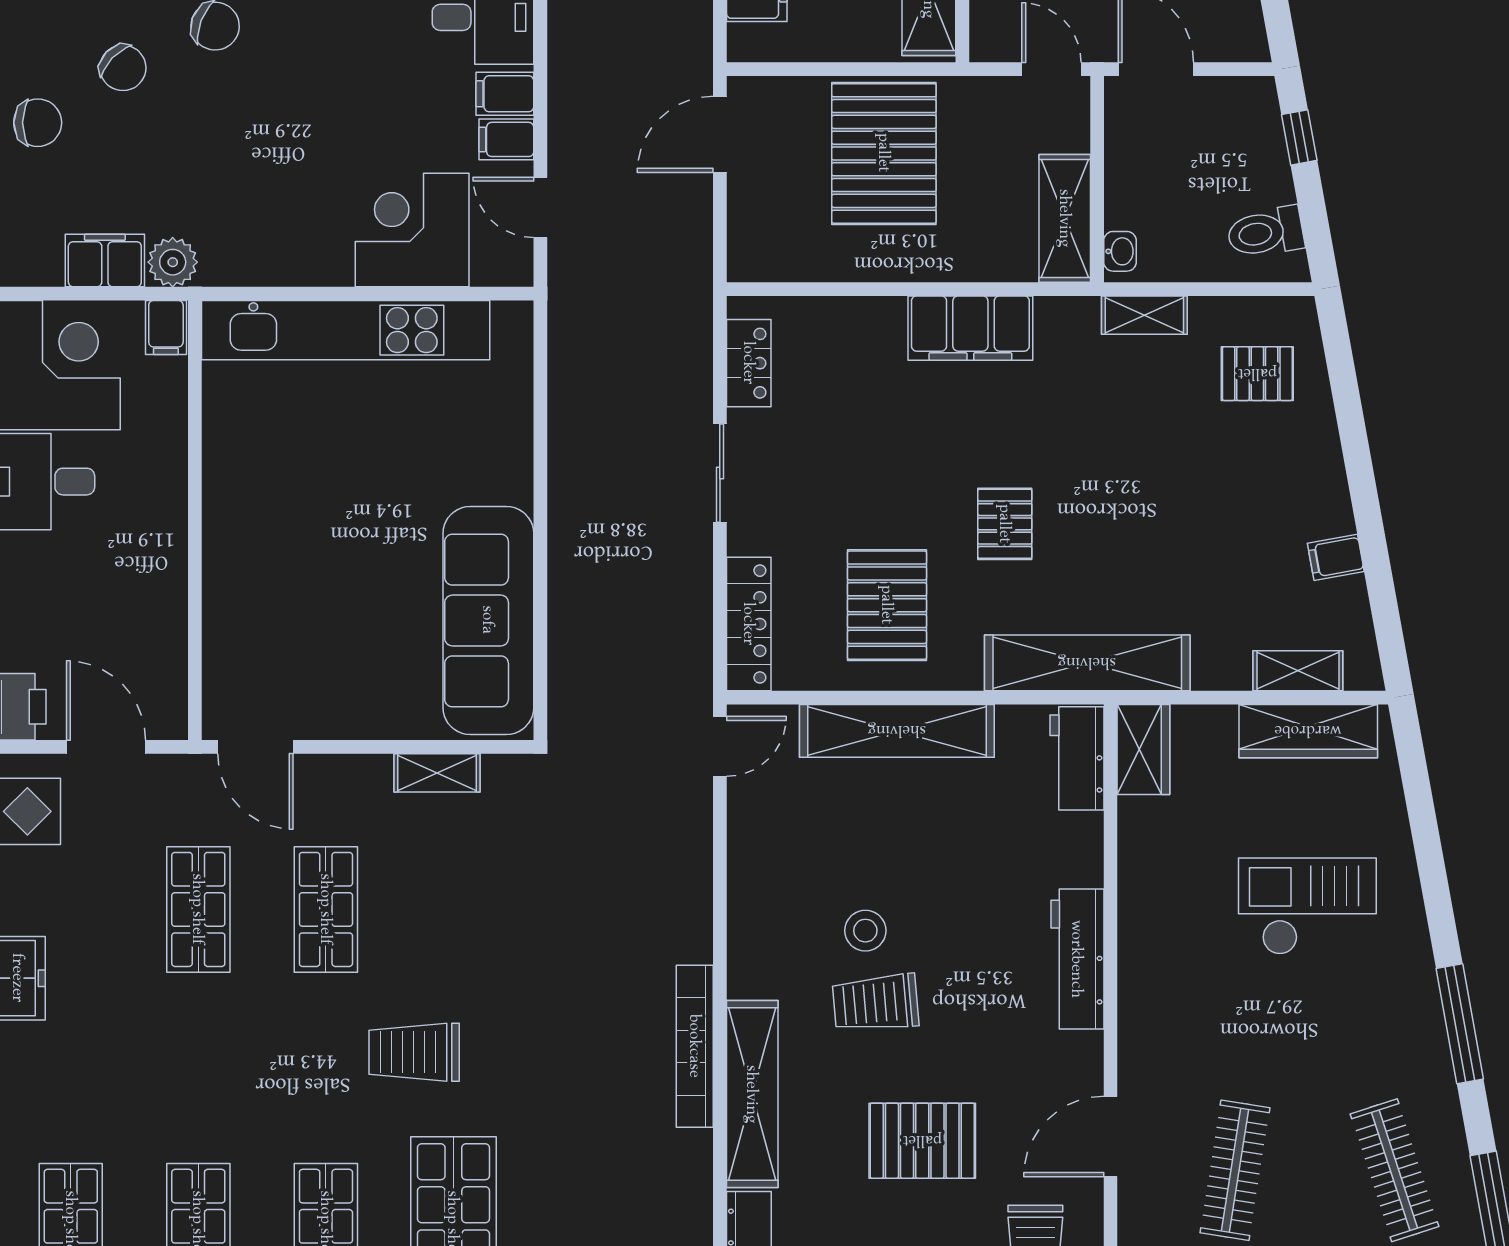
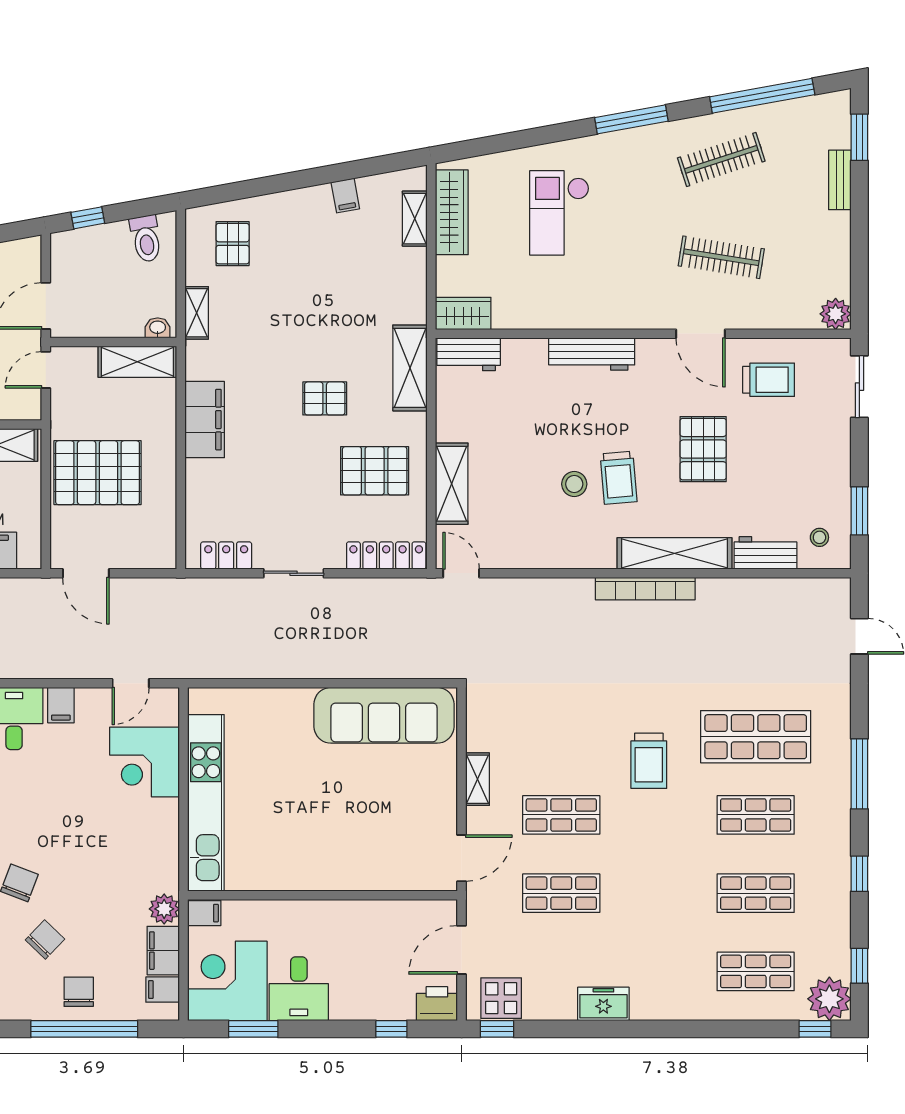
filing cabinet: (506, 139) -> (163, 990), moved, turned 90
shelving: (1087, 663) -> (410, 368), width x0.68
shelving: (897, 731) -> (452, 484), width x0.68
shelving: (437, 773) -> (478, 779), moved

